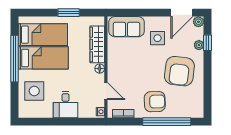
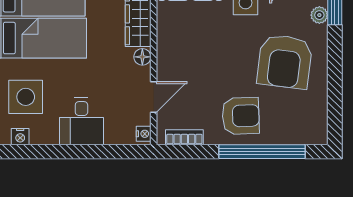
door: (106, 91) -> (154, 97), hinge flipped
nightstand: (31, 113) -> (20, 137), added

